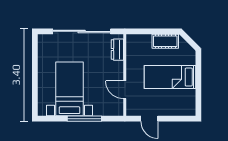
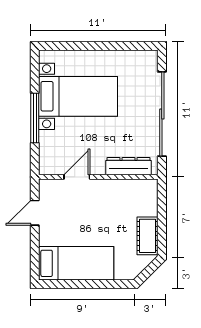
dresser: (117, 50) -> (129, 166), width x1.44
bed: (170, 77) -> (76, 263), moved, turned 90

